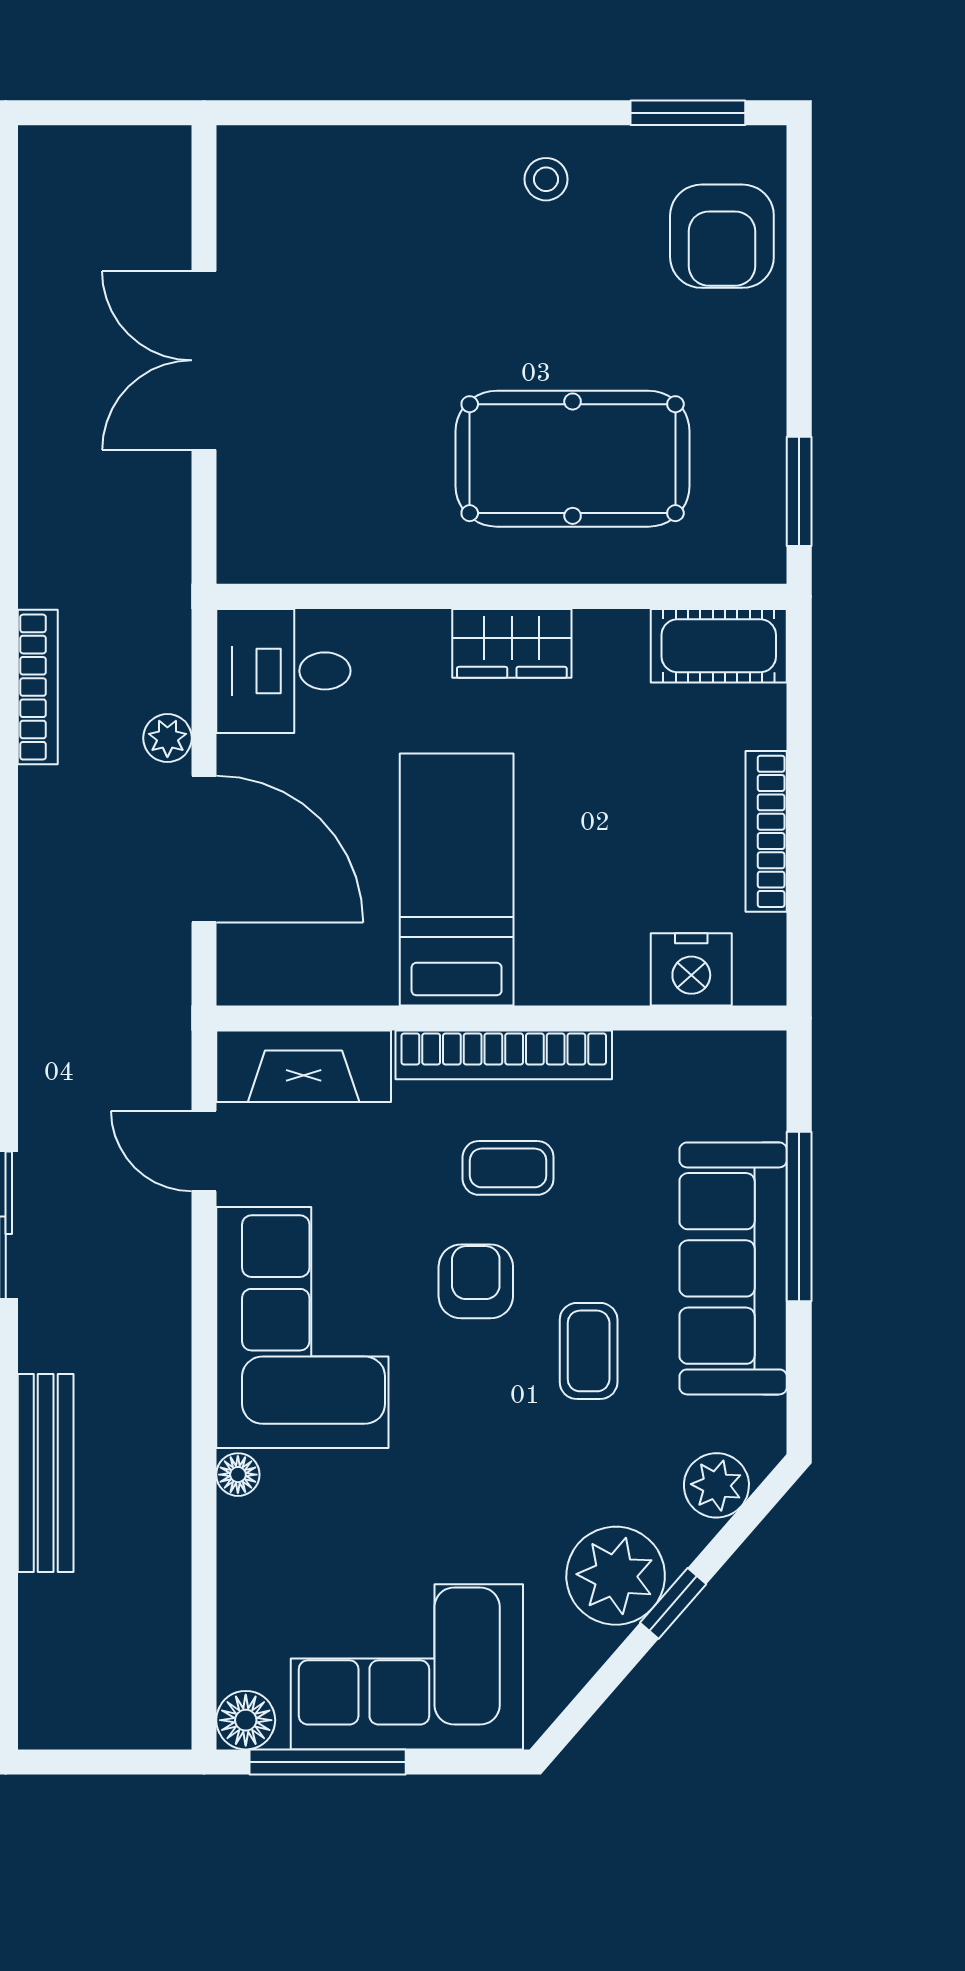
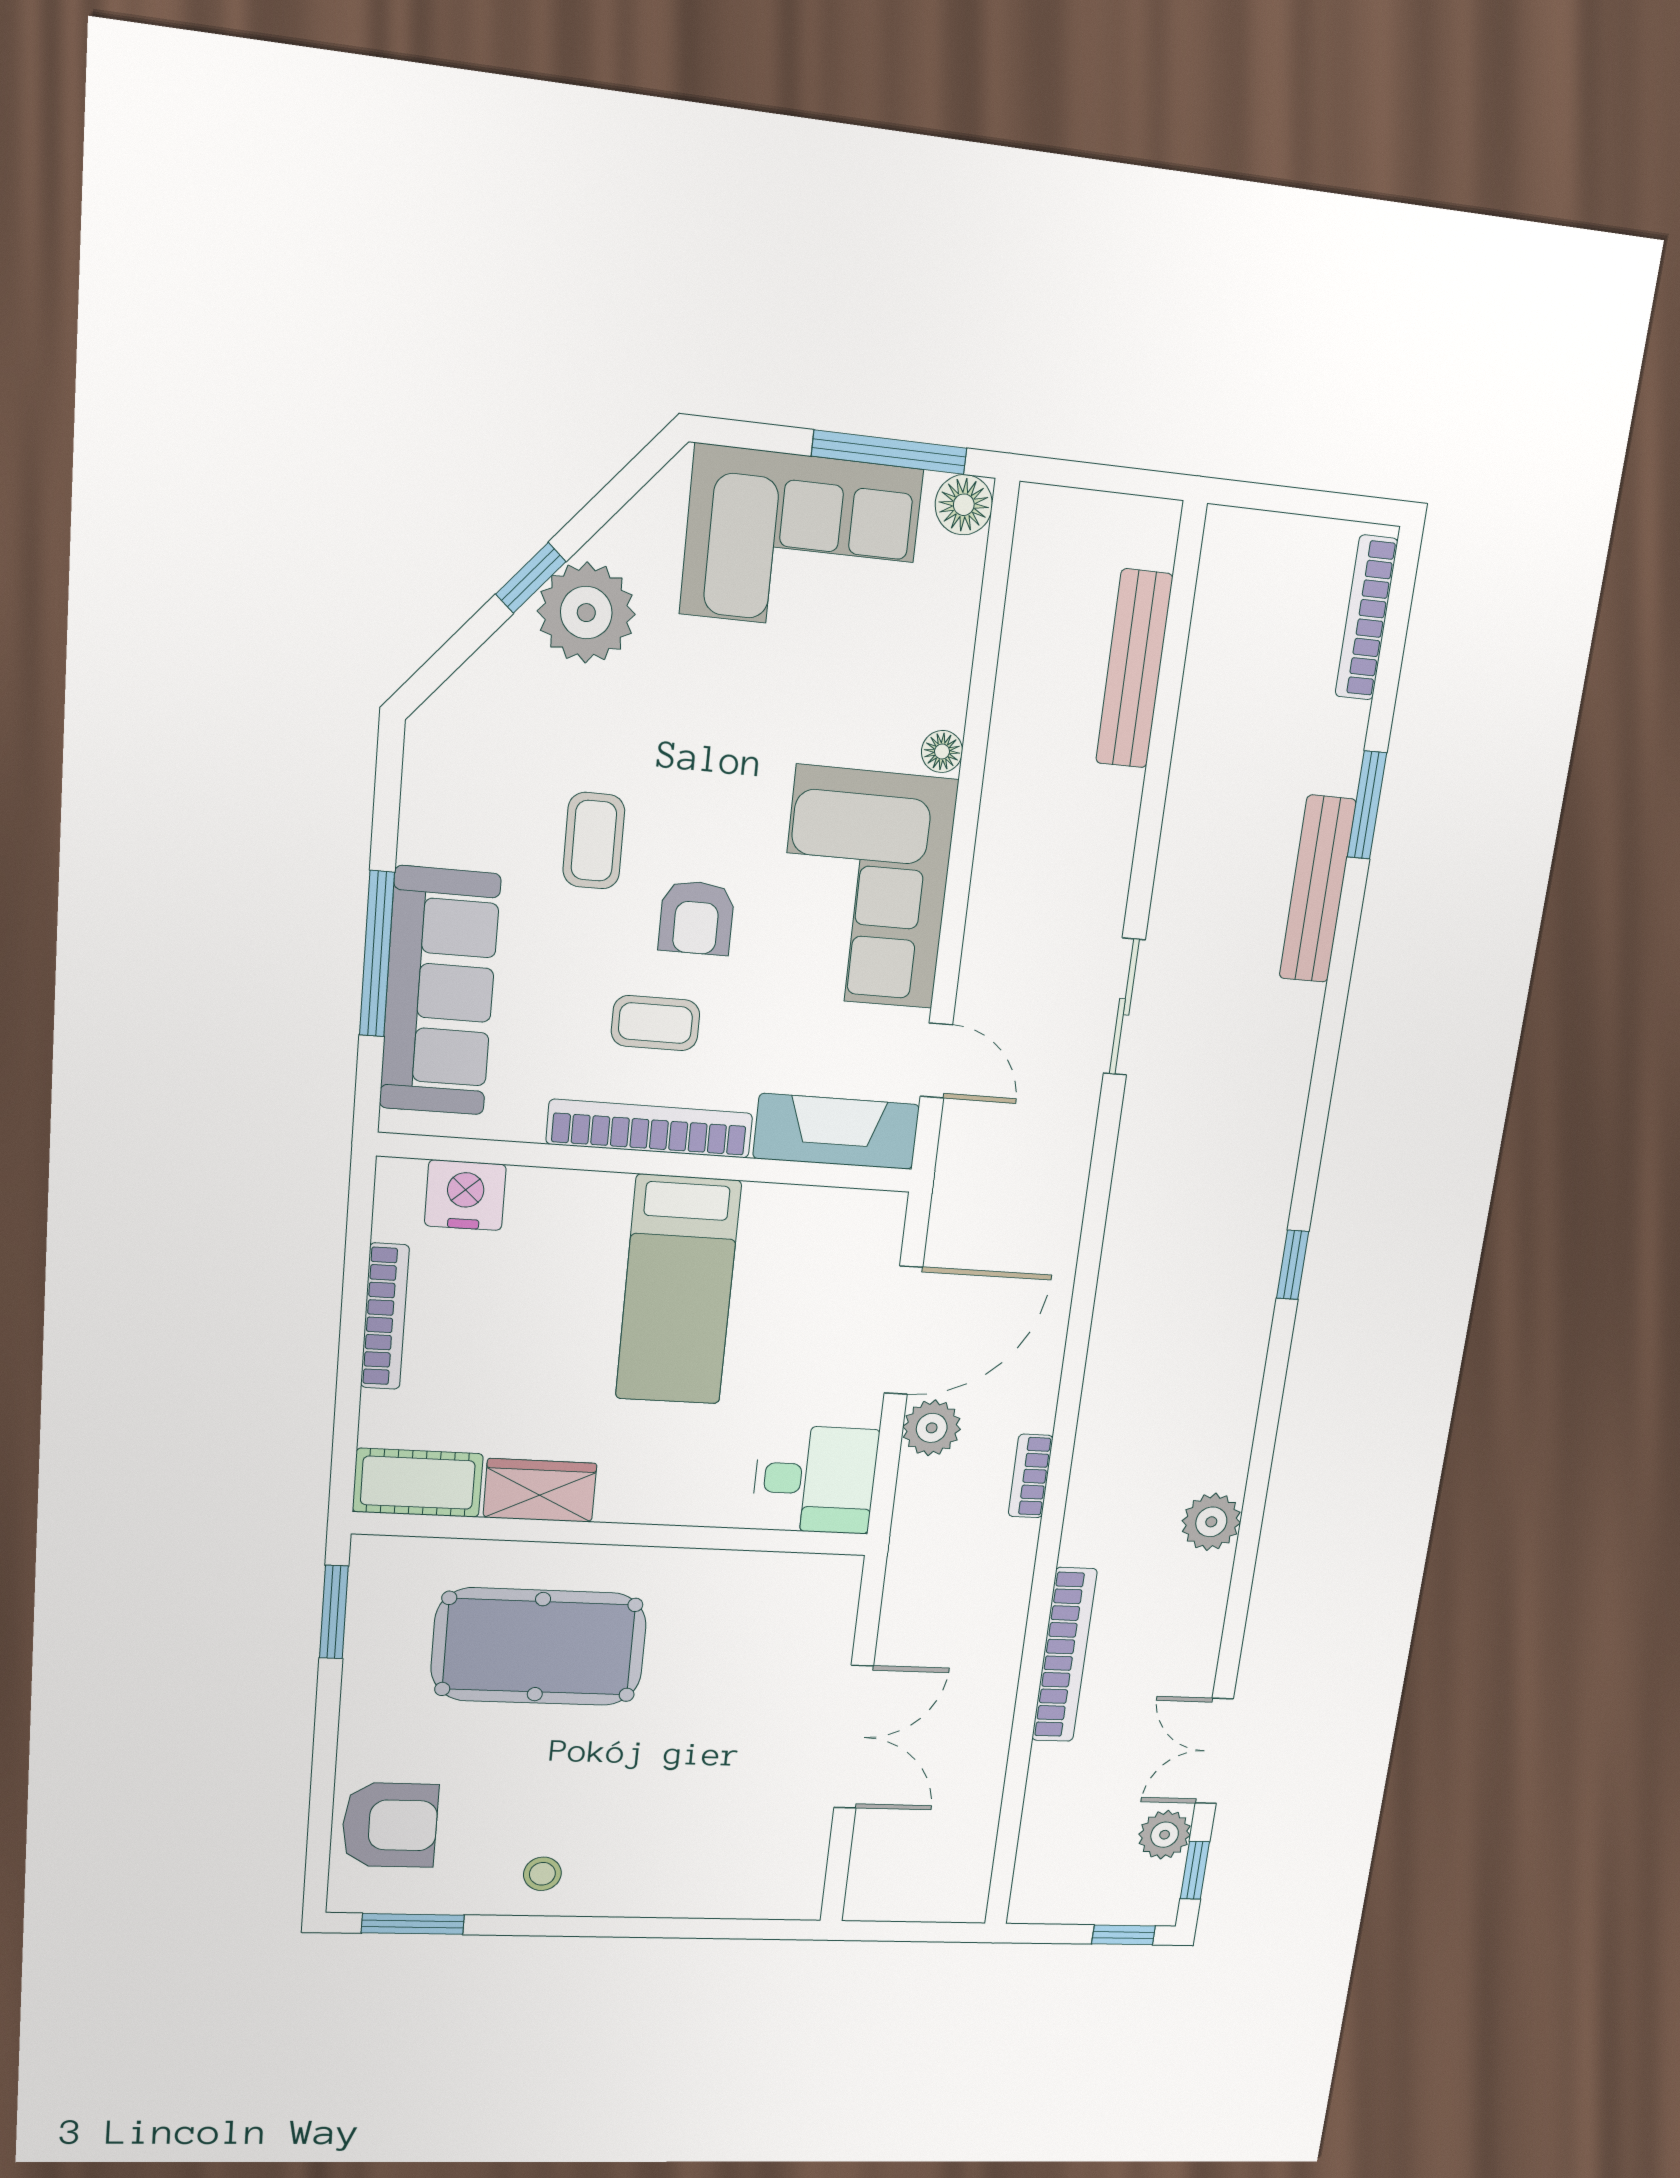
armchair: (722, 236) -> (390, 1825), turned 90
wardrobe: (512, 643) -> (540, 1490), moved
bookcase: (38, 687) -> (1031, 1476), width x0.64
plant: (167, 738) -> (932, 1428), width x1.38, depth x1.38
door: (204, 849) -> (903, 1330), swing flipped
sofa: (733, 1268) -> (440, 992), moved
bench: (46, 1473) -> (1134, 669), moved
plant: (716, 1485) -> (478, 694), removed

